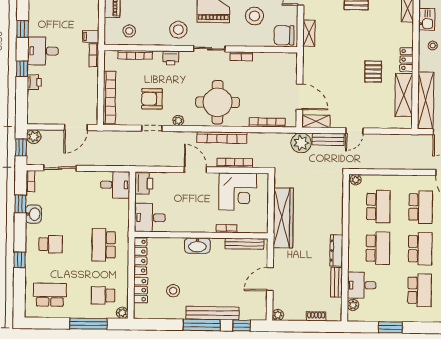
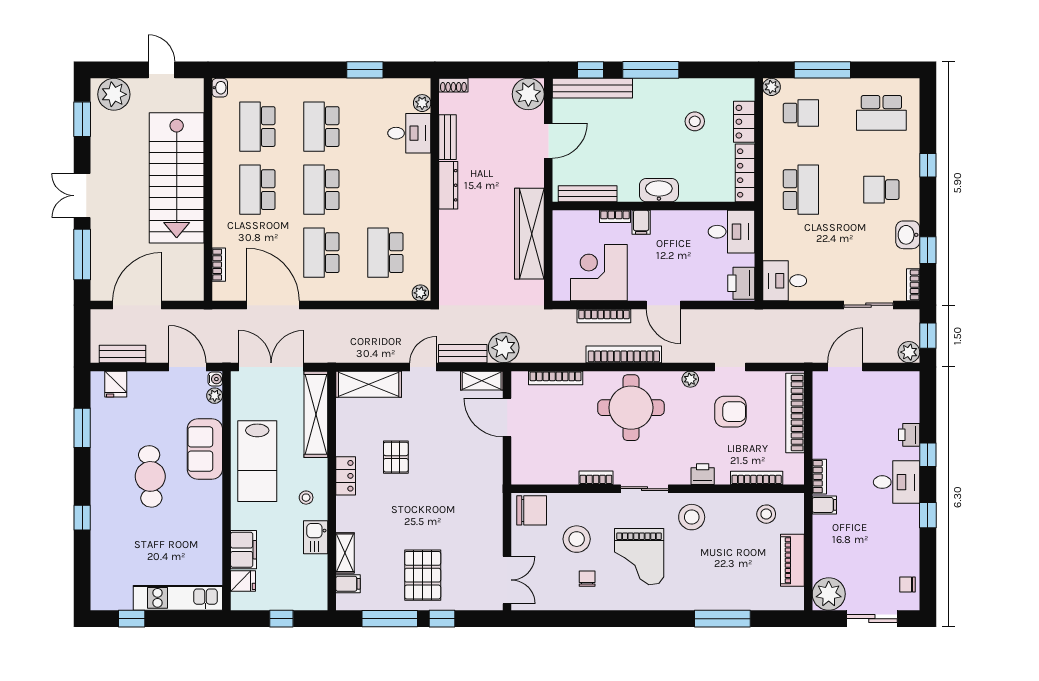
shelving: (309, 33) -> (494, 514), removed
shelving: (404, 95) -> (369, 384), moved, turned 90
filing cabinet: (209, 225) -> (641, 222), added
school desk: (378, 248) -> (385, 190), removed
bench: (212, 313) -> (592, 88), moved
plant: (278, 315) -> (528, 94), width x1.88, depth x1.88
shoe rack: (316, 316) -> (453, 85), moved

